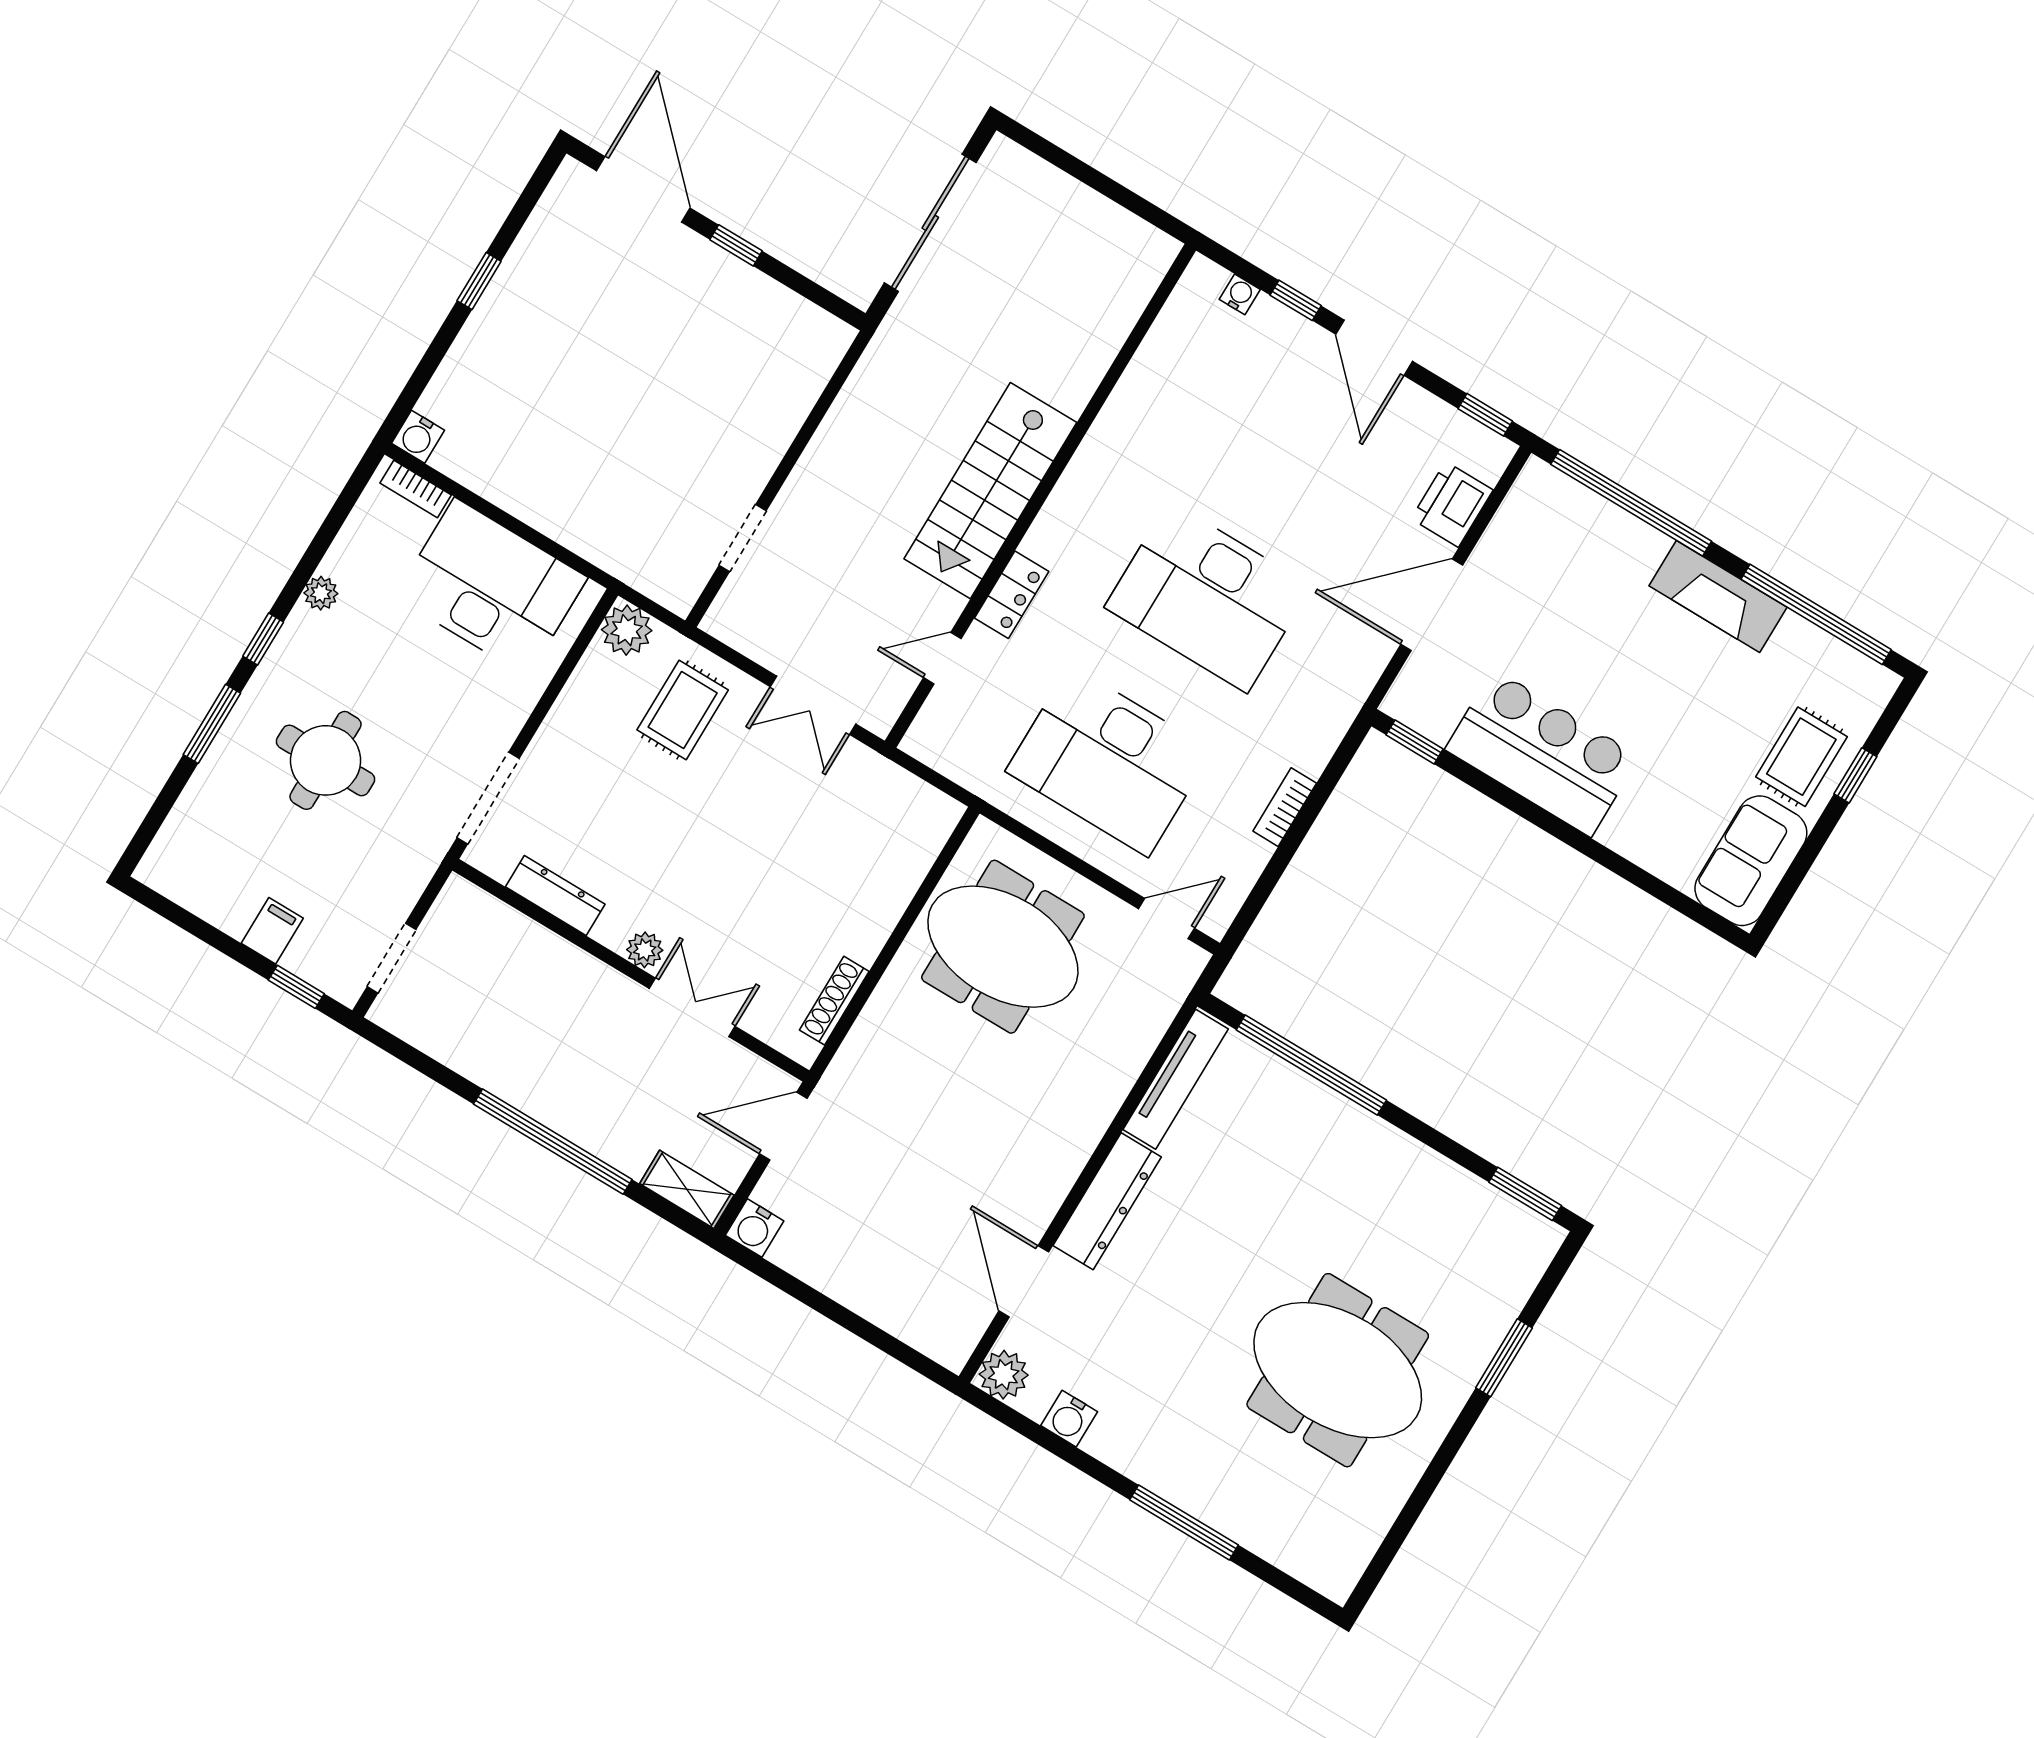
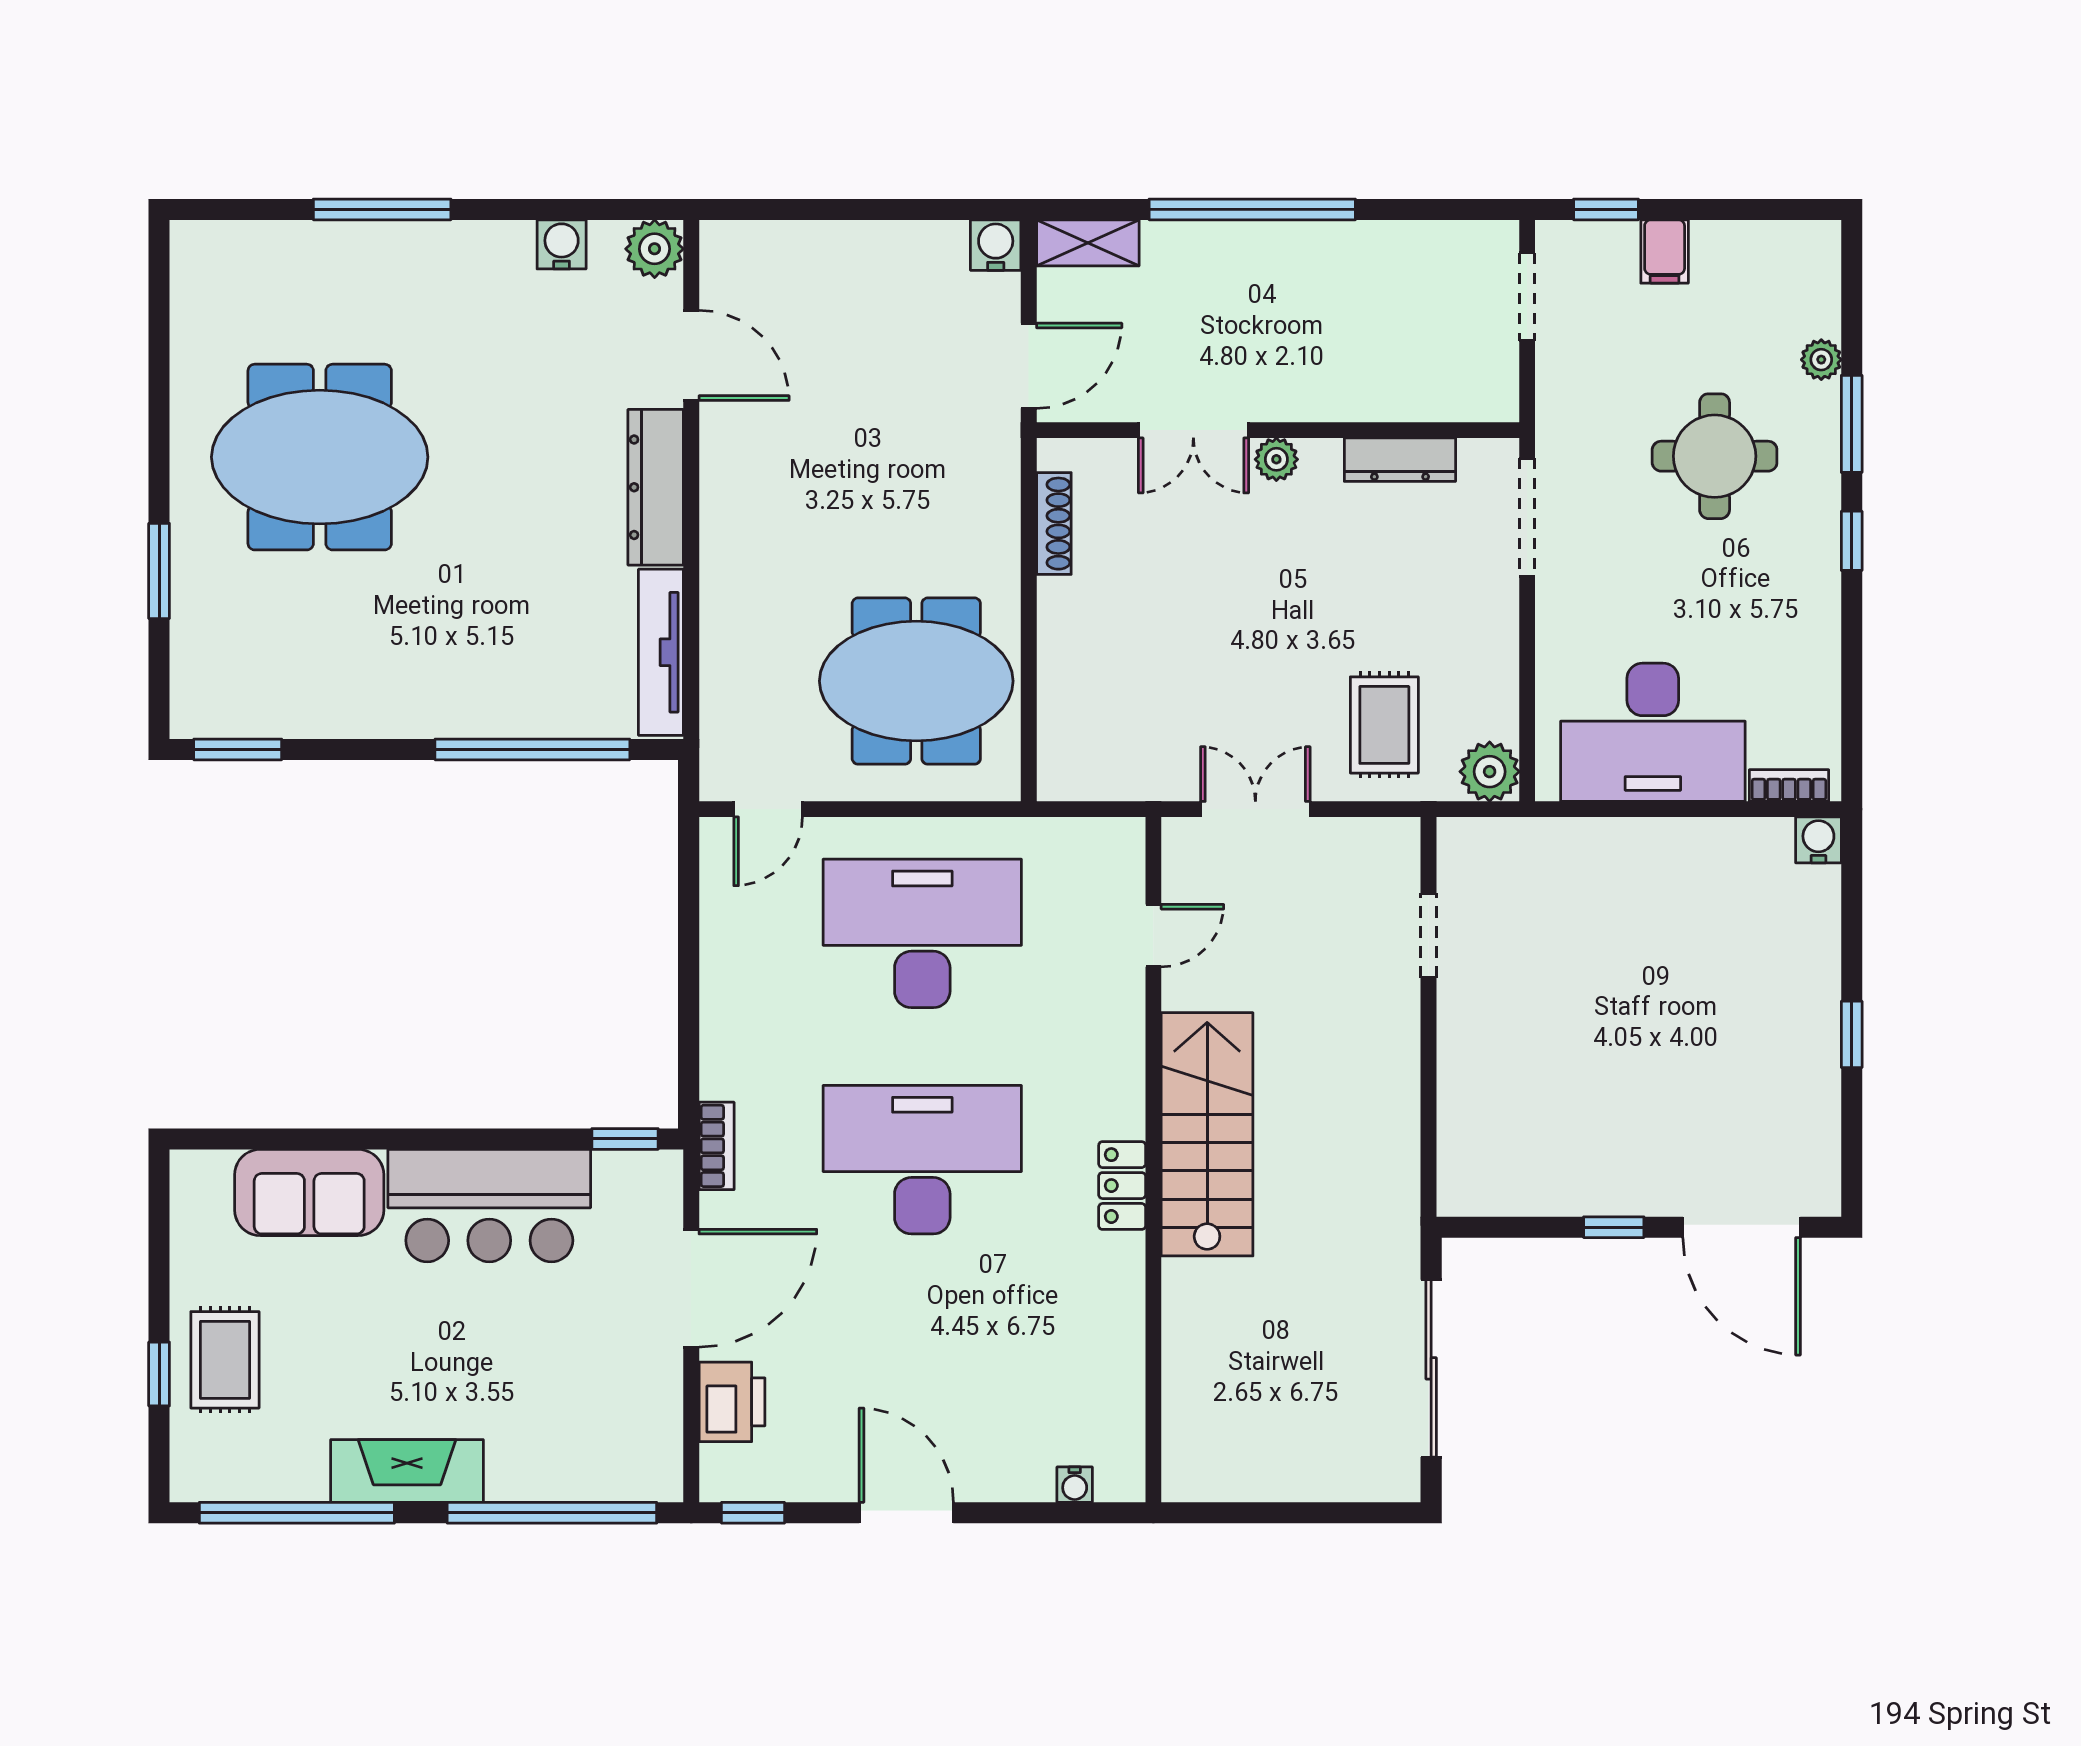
window: (1296, 300) -> (1015, 1513), removed
plant: (321, 593) -> (1821, 360), moved
locker: (1012, 595) -> (1122, 1186), moved
bookcase: (1285, 807) -> (717, 1146), moved
sofa: (1751, 861) -> (309, 1192), moved, turned 90

